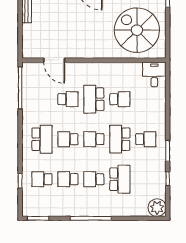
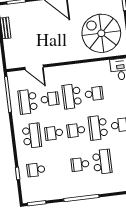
school desk: (68, 179) -> (28, 102), moved, width x1.85

